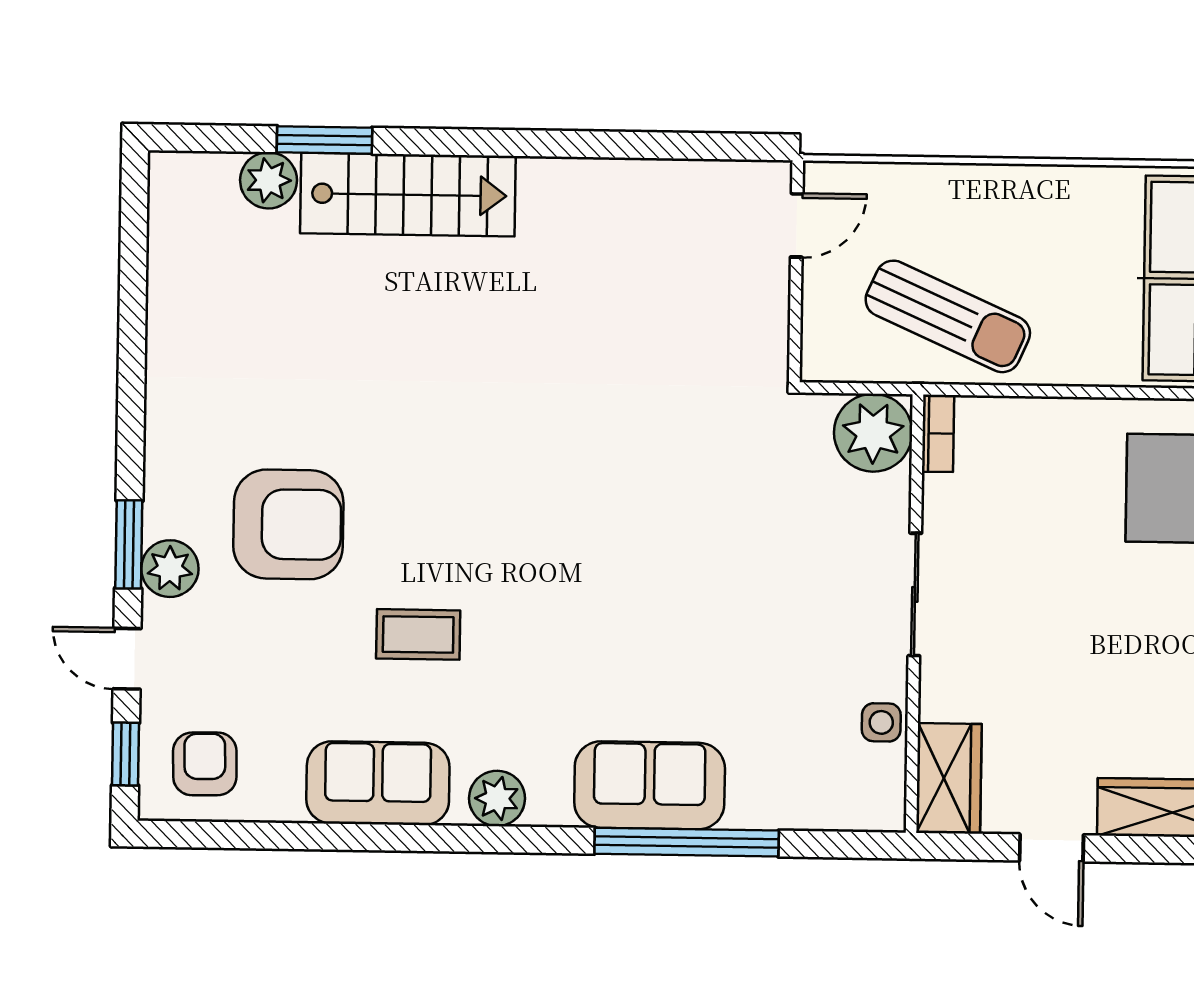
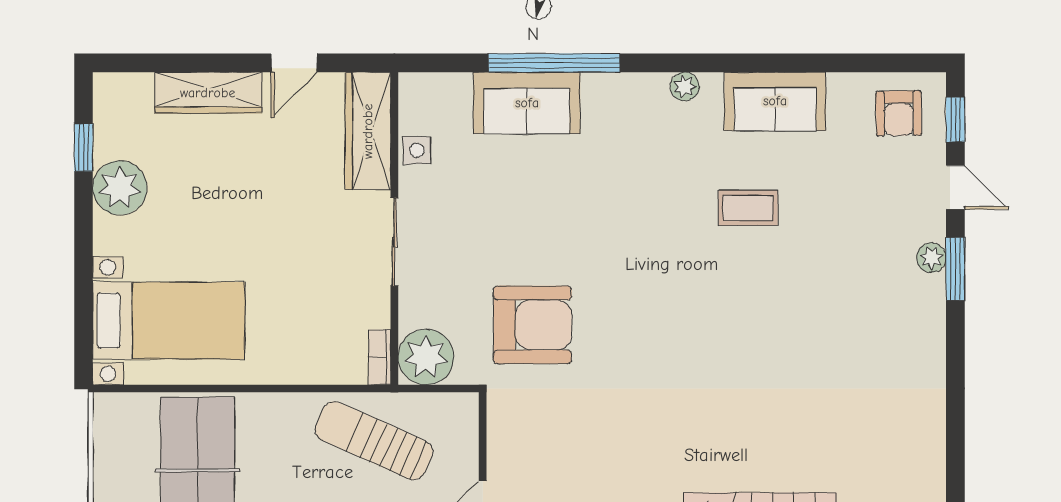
armchair: (288, 524) -> (533, 325), moved, turned 180
plant: (170, 569) -> (931, 258), width x0.73, depth x0.73
wardrobe: (949, 778) -> (368, 131), width x1.50
sofa: (650, 785) -> (527, 103), moved
plant: (497, 798) -> (685, 86), width x0.73, depth x0.73
door: (1051, 848) -> (294, 63), swing flipped

